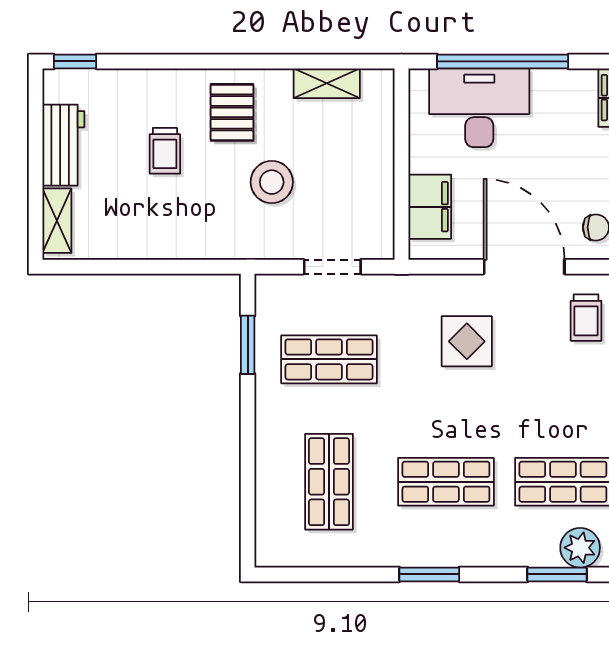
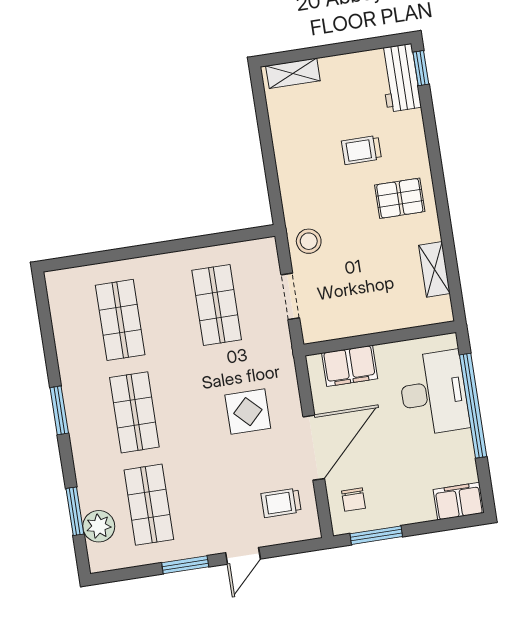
workbench: (63, 145) -> (400, 78), moved, turned 90
stool: (272, 182) -> (309, 241), moved, width x0.73, depth x0.73
window: (248, 345) -> (218, 239), removed
shop shelf: (329, 482) -> (120, 320), turned 90

